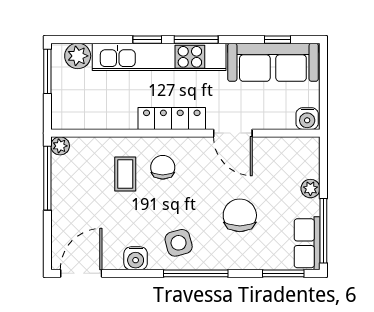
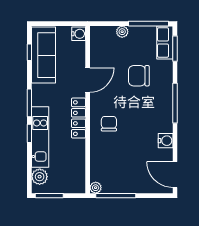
kitchen unit: (159, 57) -> (40, 137), width x0.73
chair: (163, 167) -> (109, 124), turned 90
coffee table: (125, 174) -> (113, 147), removed
side table: (179, 243) -> (156, 114), removed
row of seats: (307, 243) -> (165, 42), moved, turned 90

